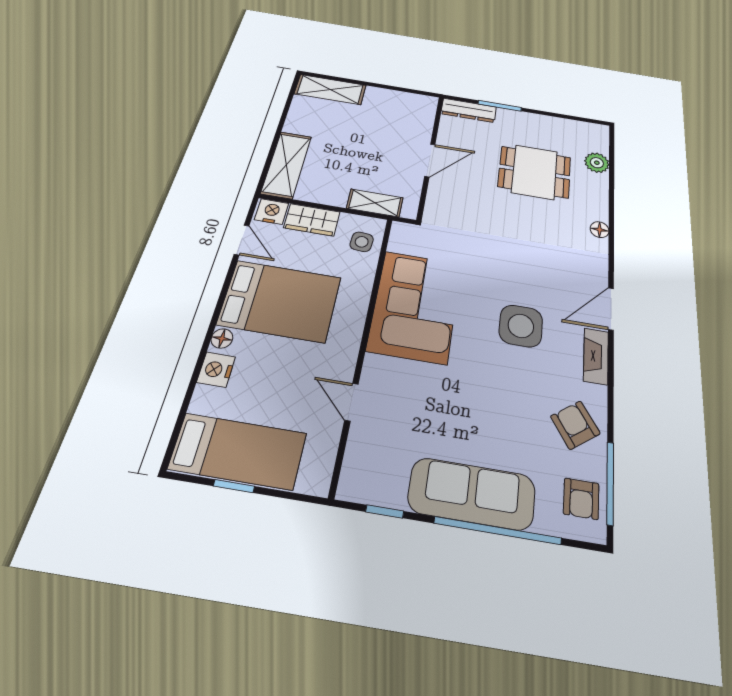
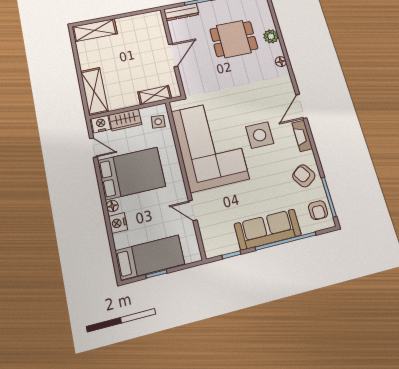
plant: (597, 163) -> (271, 36), moved
corner sofa: (415, 306) -> (210, 145), width x1.36, depth x1.36

